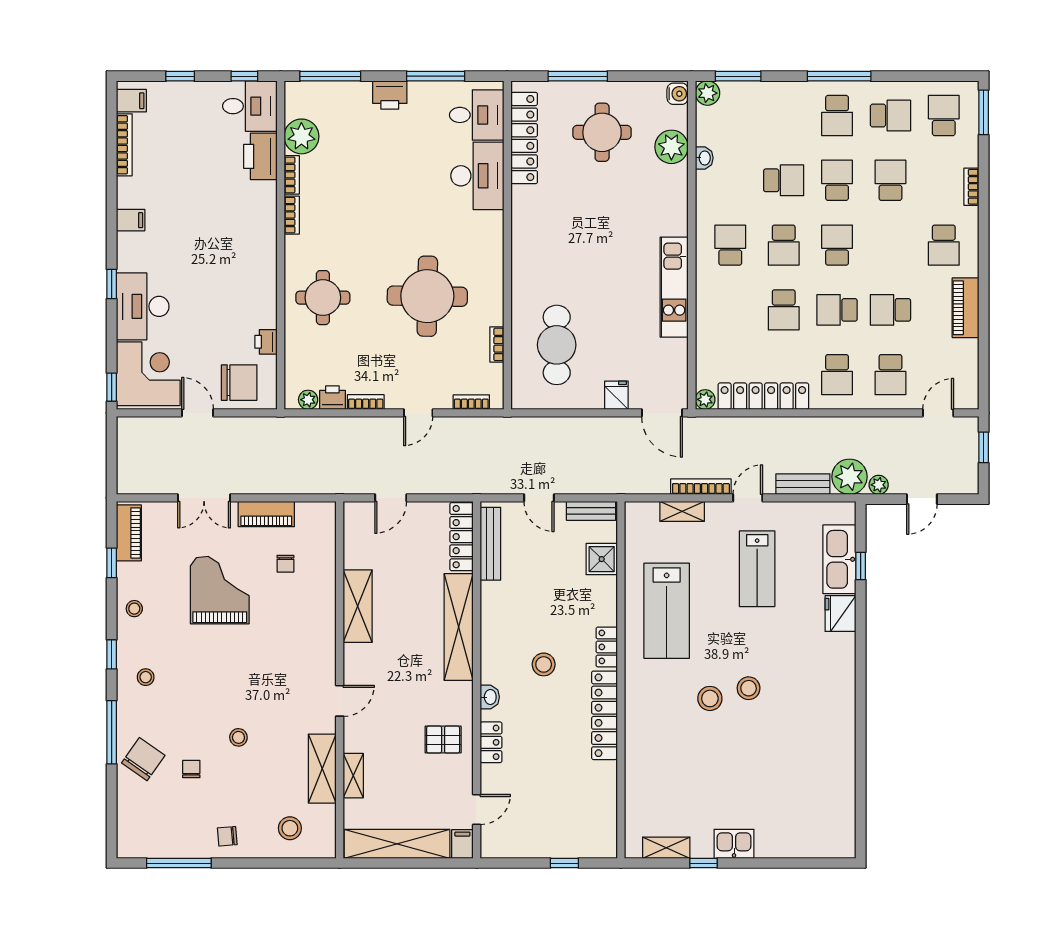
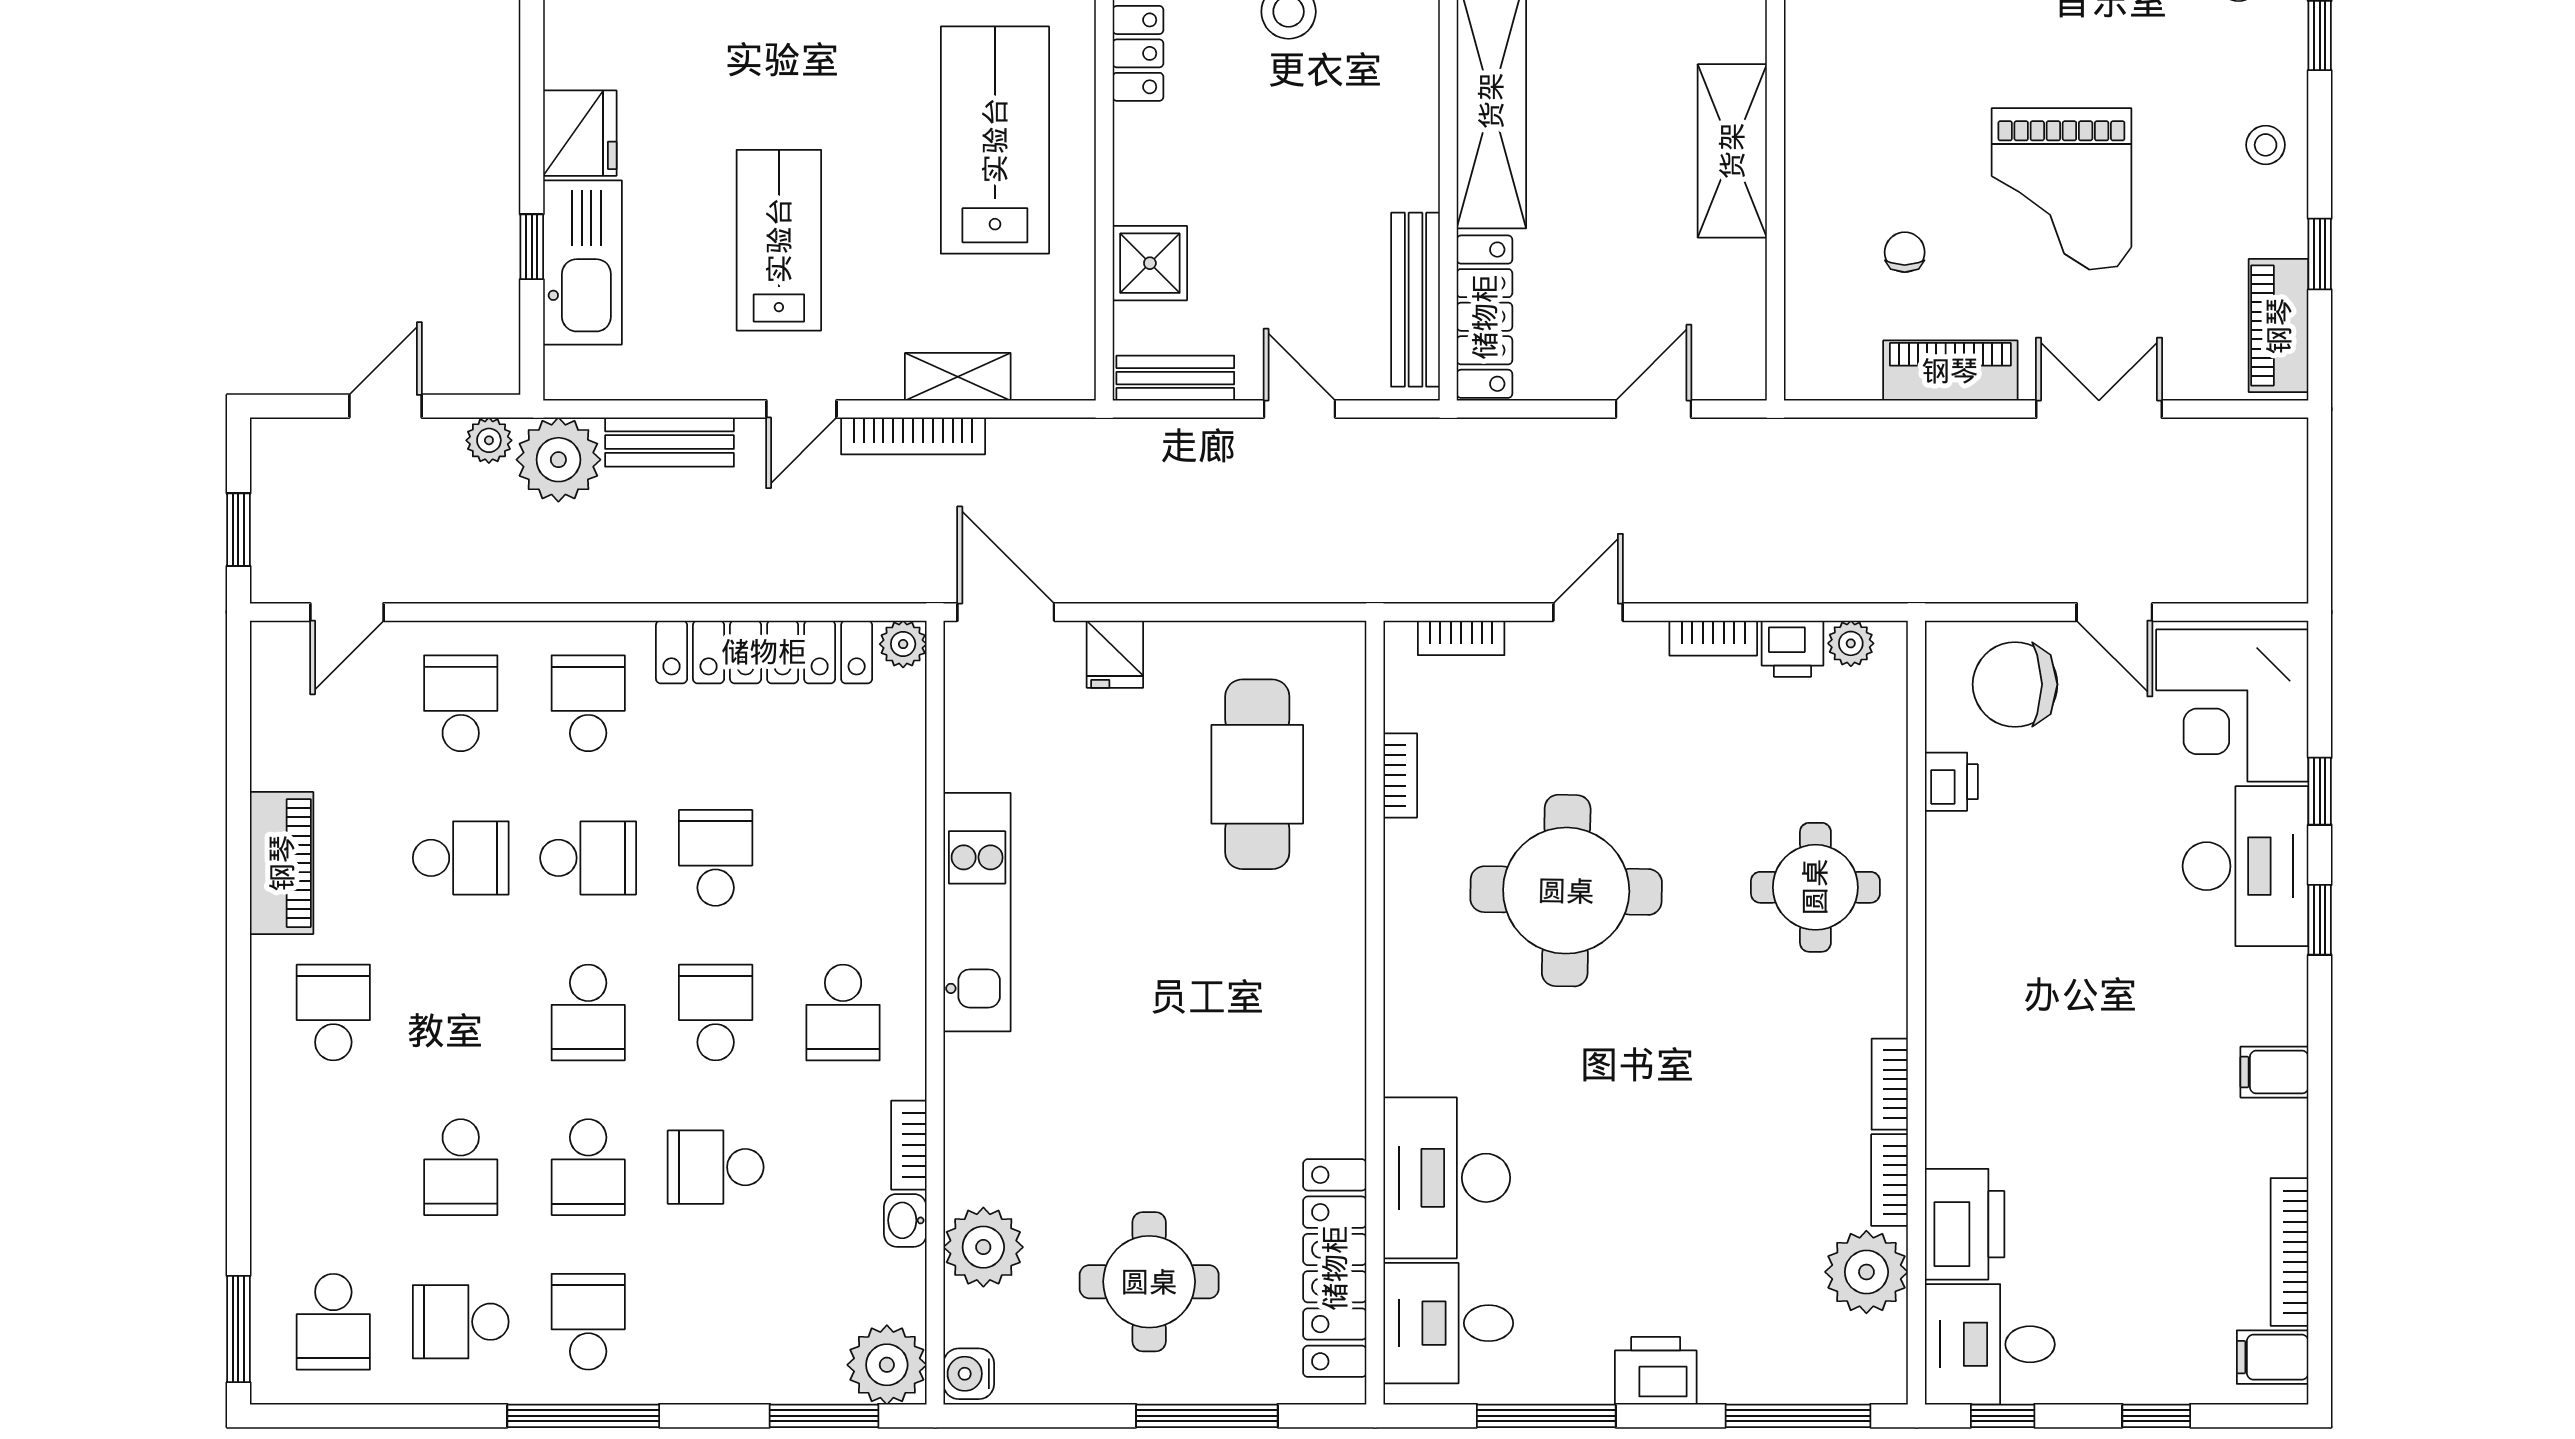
plant: (707, 93) -> (887, 1365), width x1.36, depth x1.36
bookcase: (971, 187) -> (909, 1145), moved, turned 180
window: (112, 387) -> (2320, 791), moved

